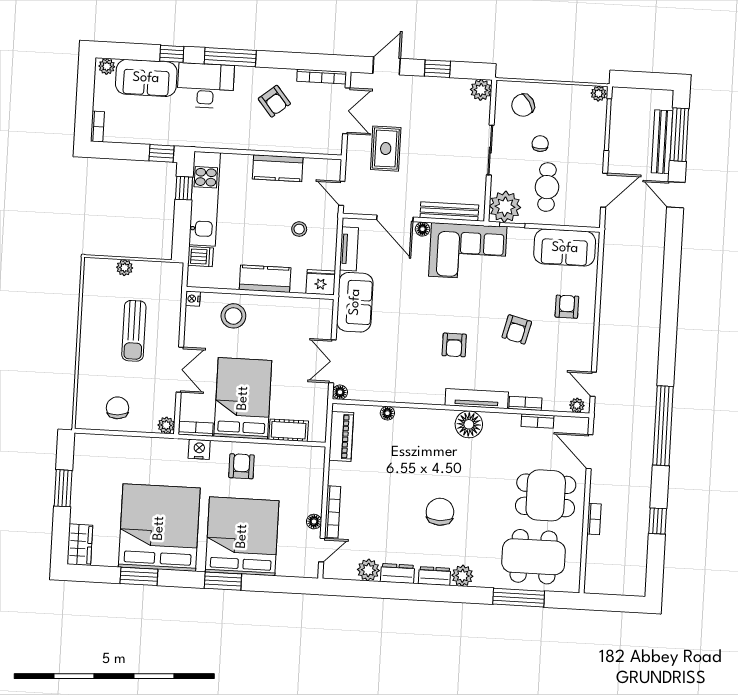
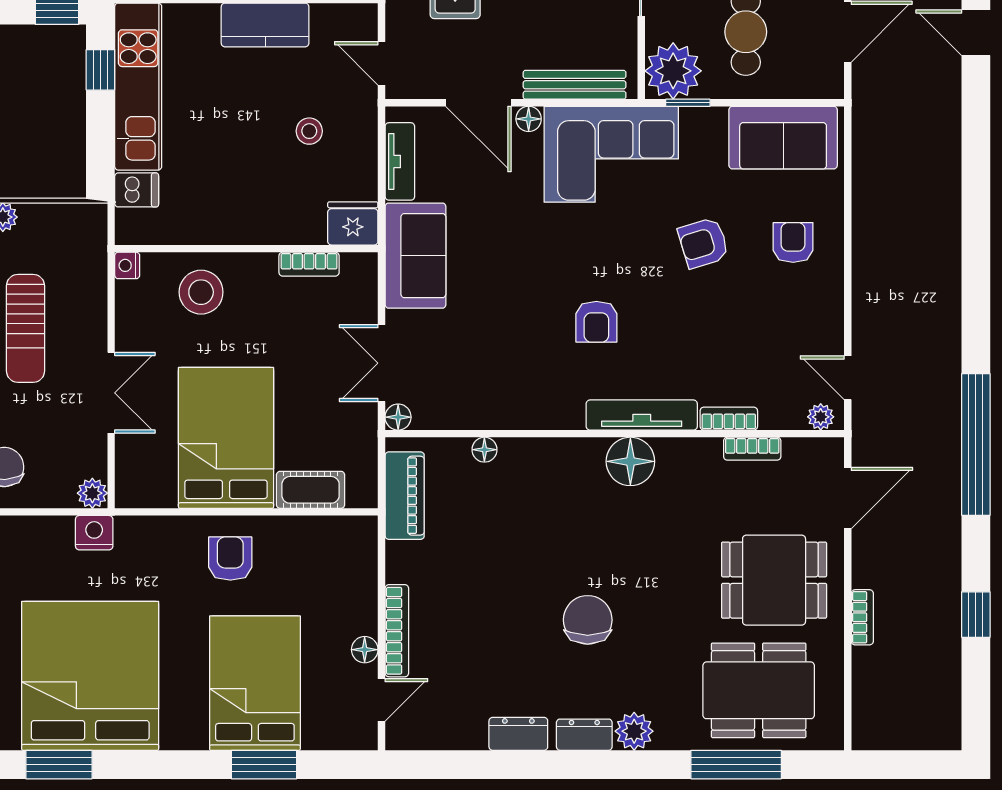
kitchen counter: (265, 279) -> (254, 223), removed
armchair: (517, 329) -> (703, 243), moved, turned 59
bookcase: (196, 429) -> (309, 264), moved, turned 180
nightstand: (199, 449) -> (94, 533), moved
door: (590, 452) -> (848, 498), swing flipped
bed: (242, 536) -> (255, 683), width x0.73
plant: (368, 570) -> (466, 730), removed
window: (223, 581) -> (264, 765), moved

